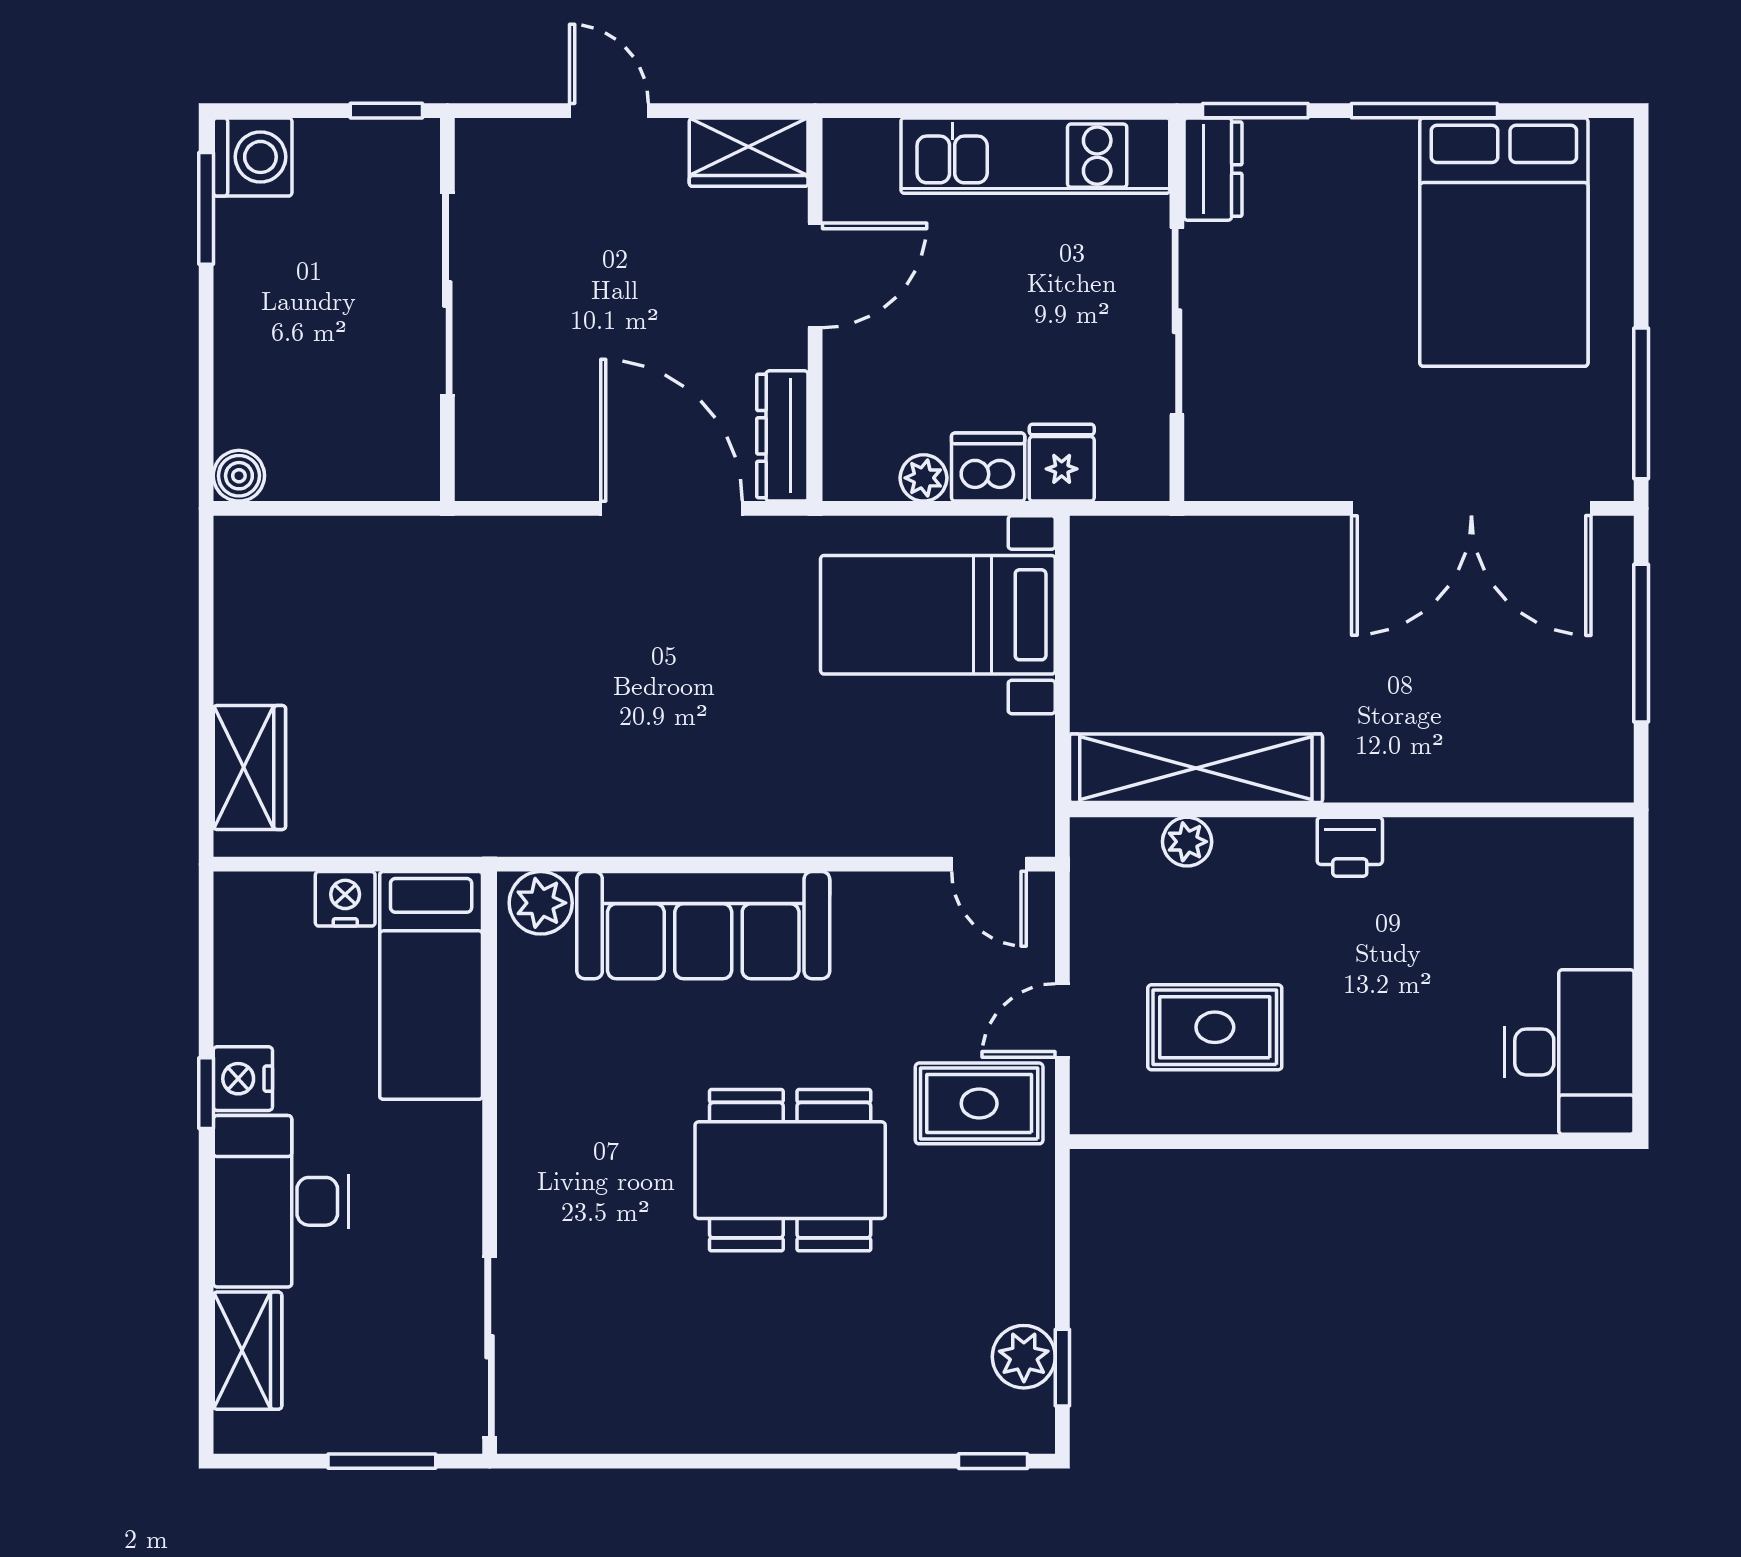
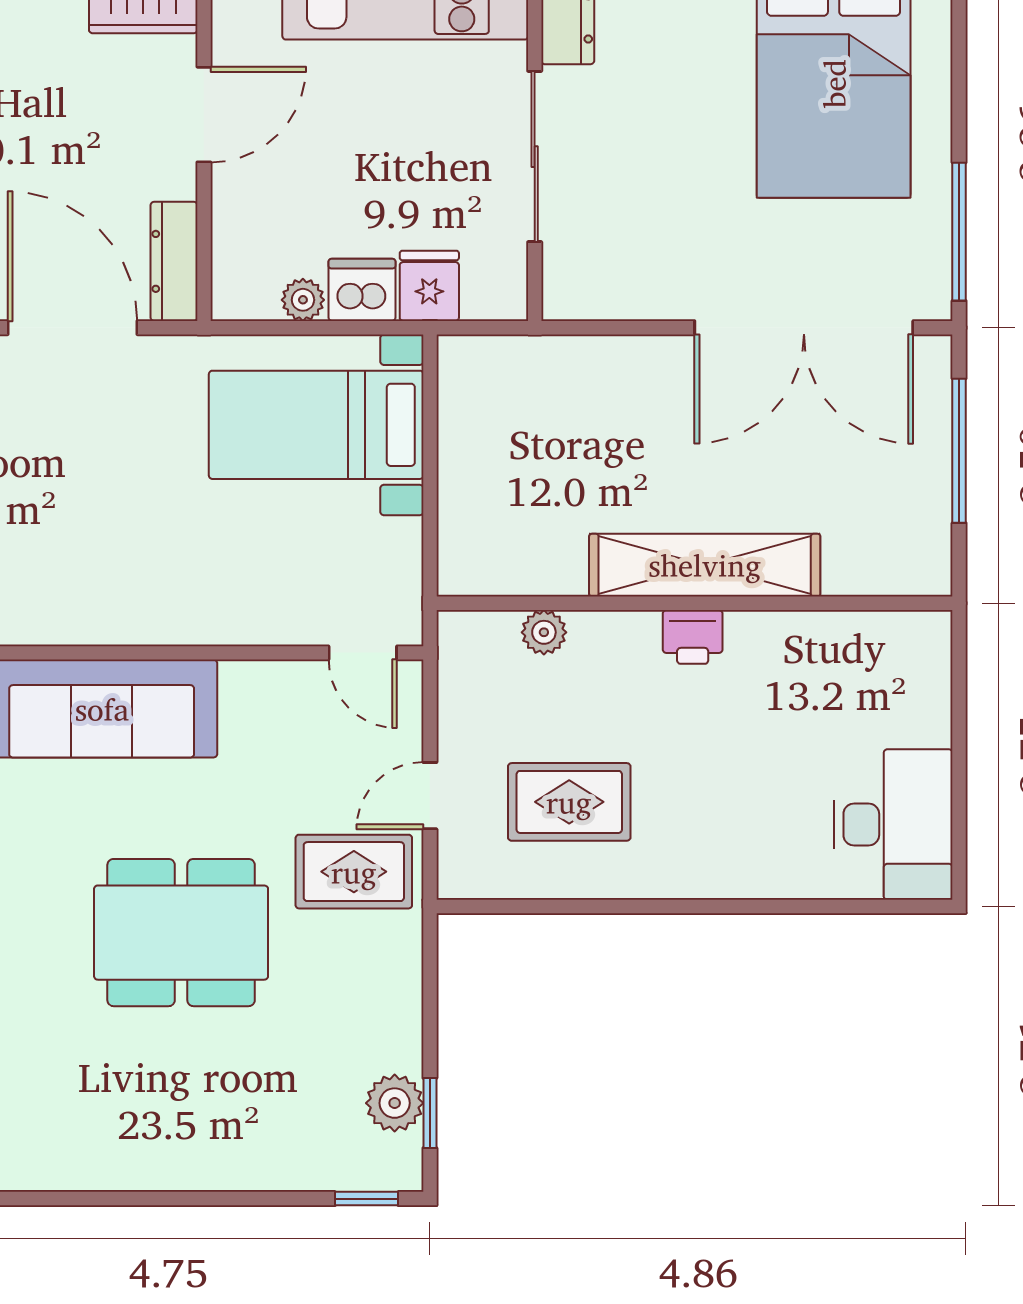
shelving: (1196, 768) -> (705, 565), moved

